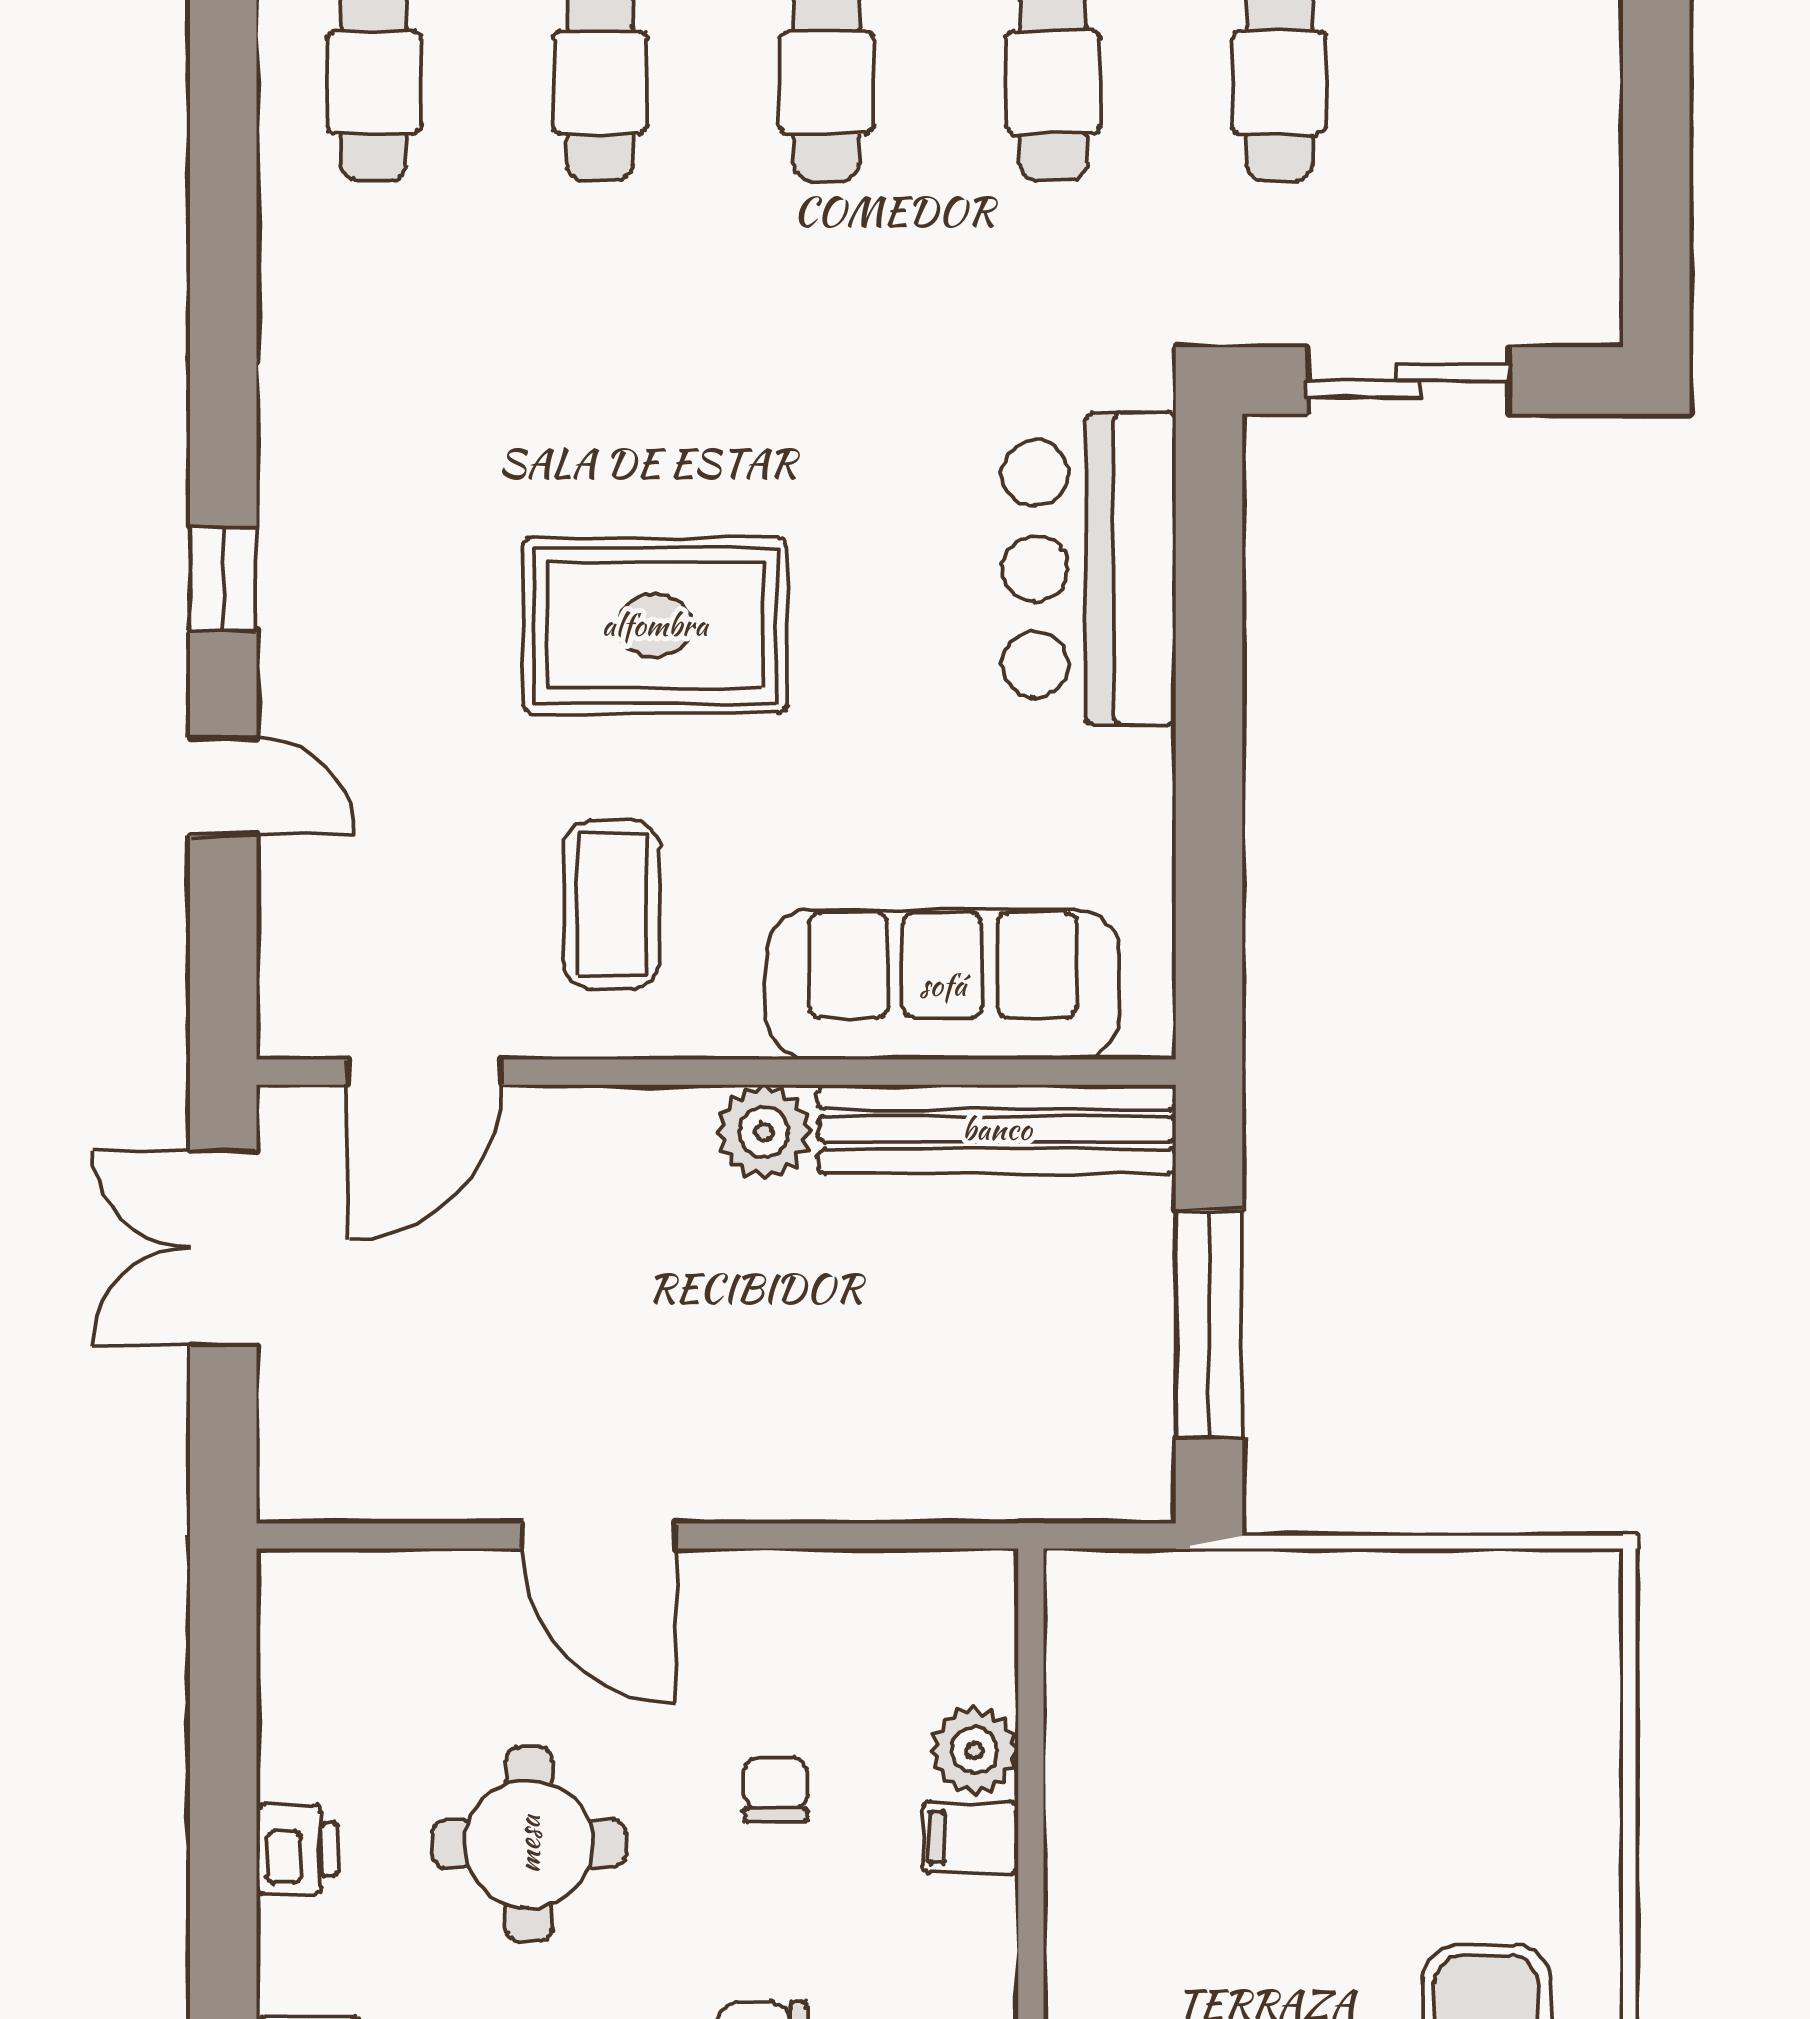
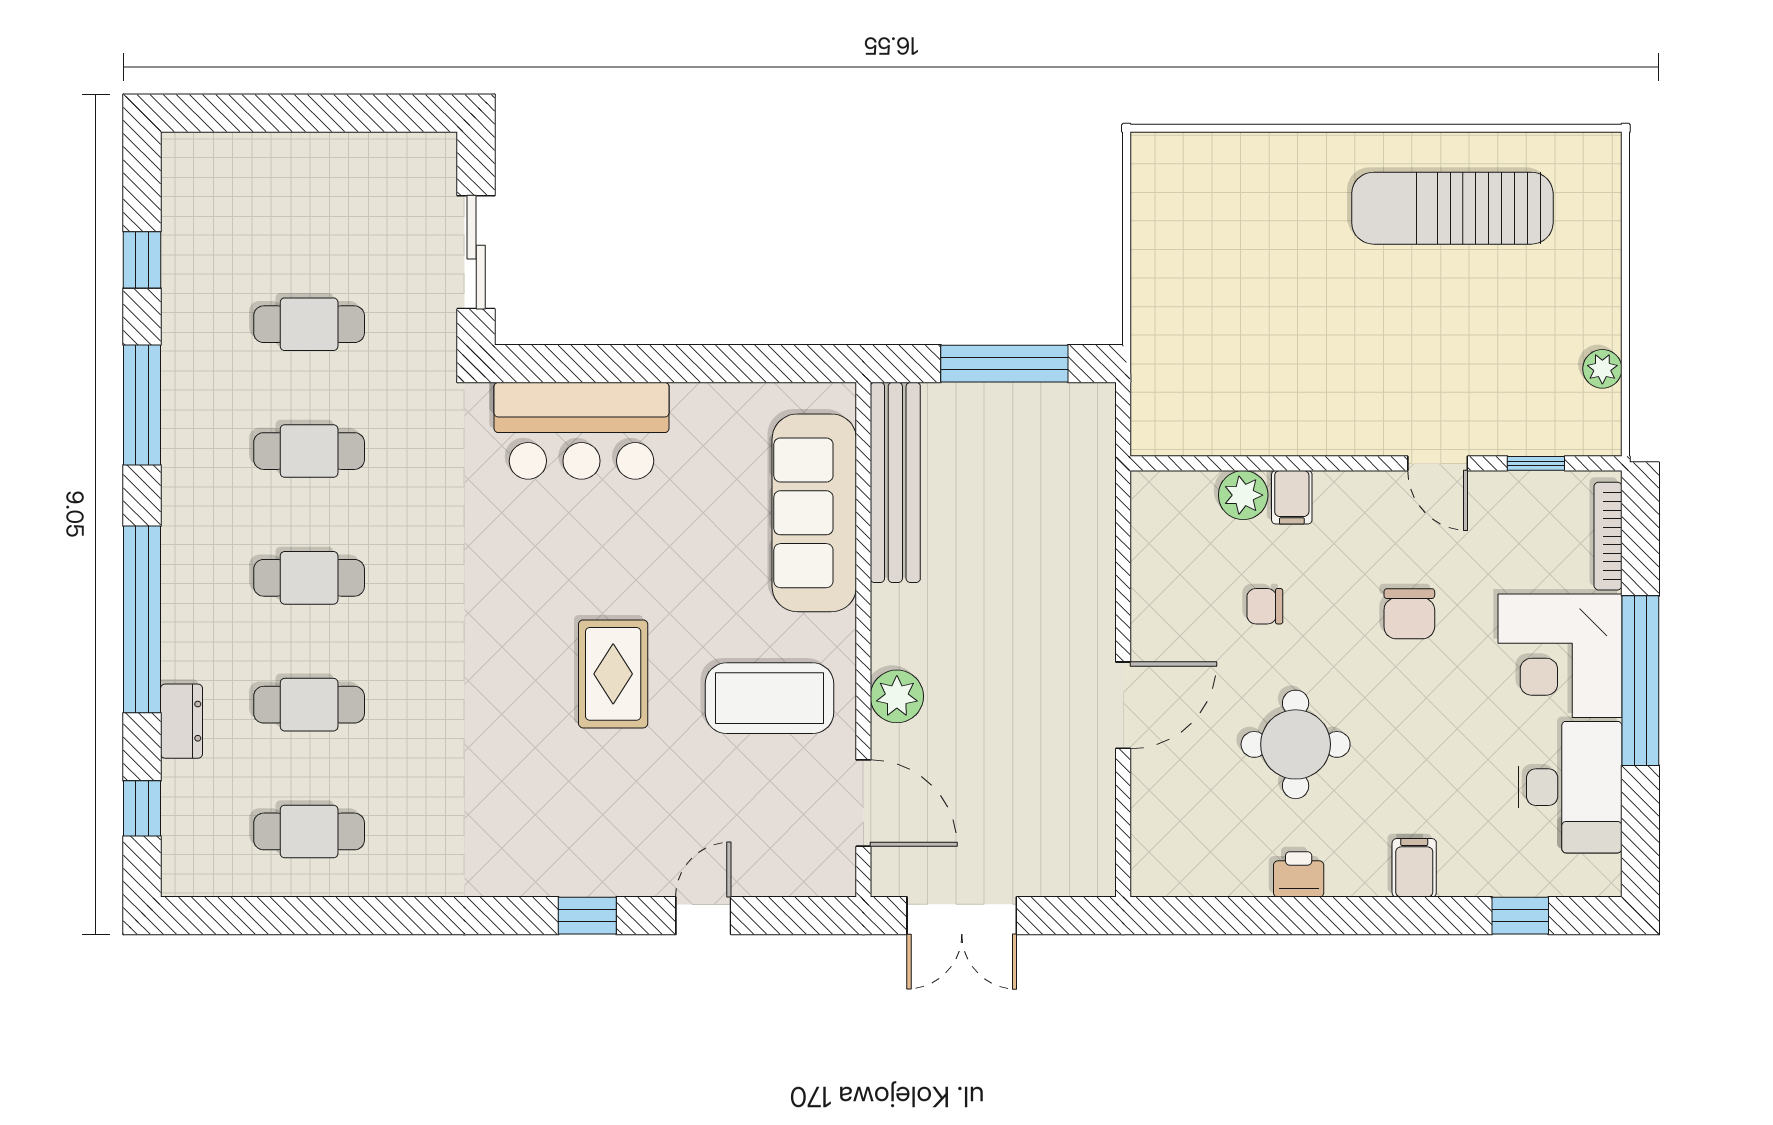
rug: (655, 625) -> (613, 674), width x0.73, depth x0.70
coffee table: (612, 905) -> (770, 698), width x1.36, depth x1.32
plant: (764, 1132) -> (897, 696), moved

